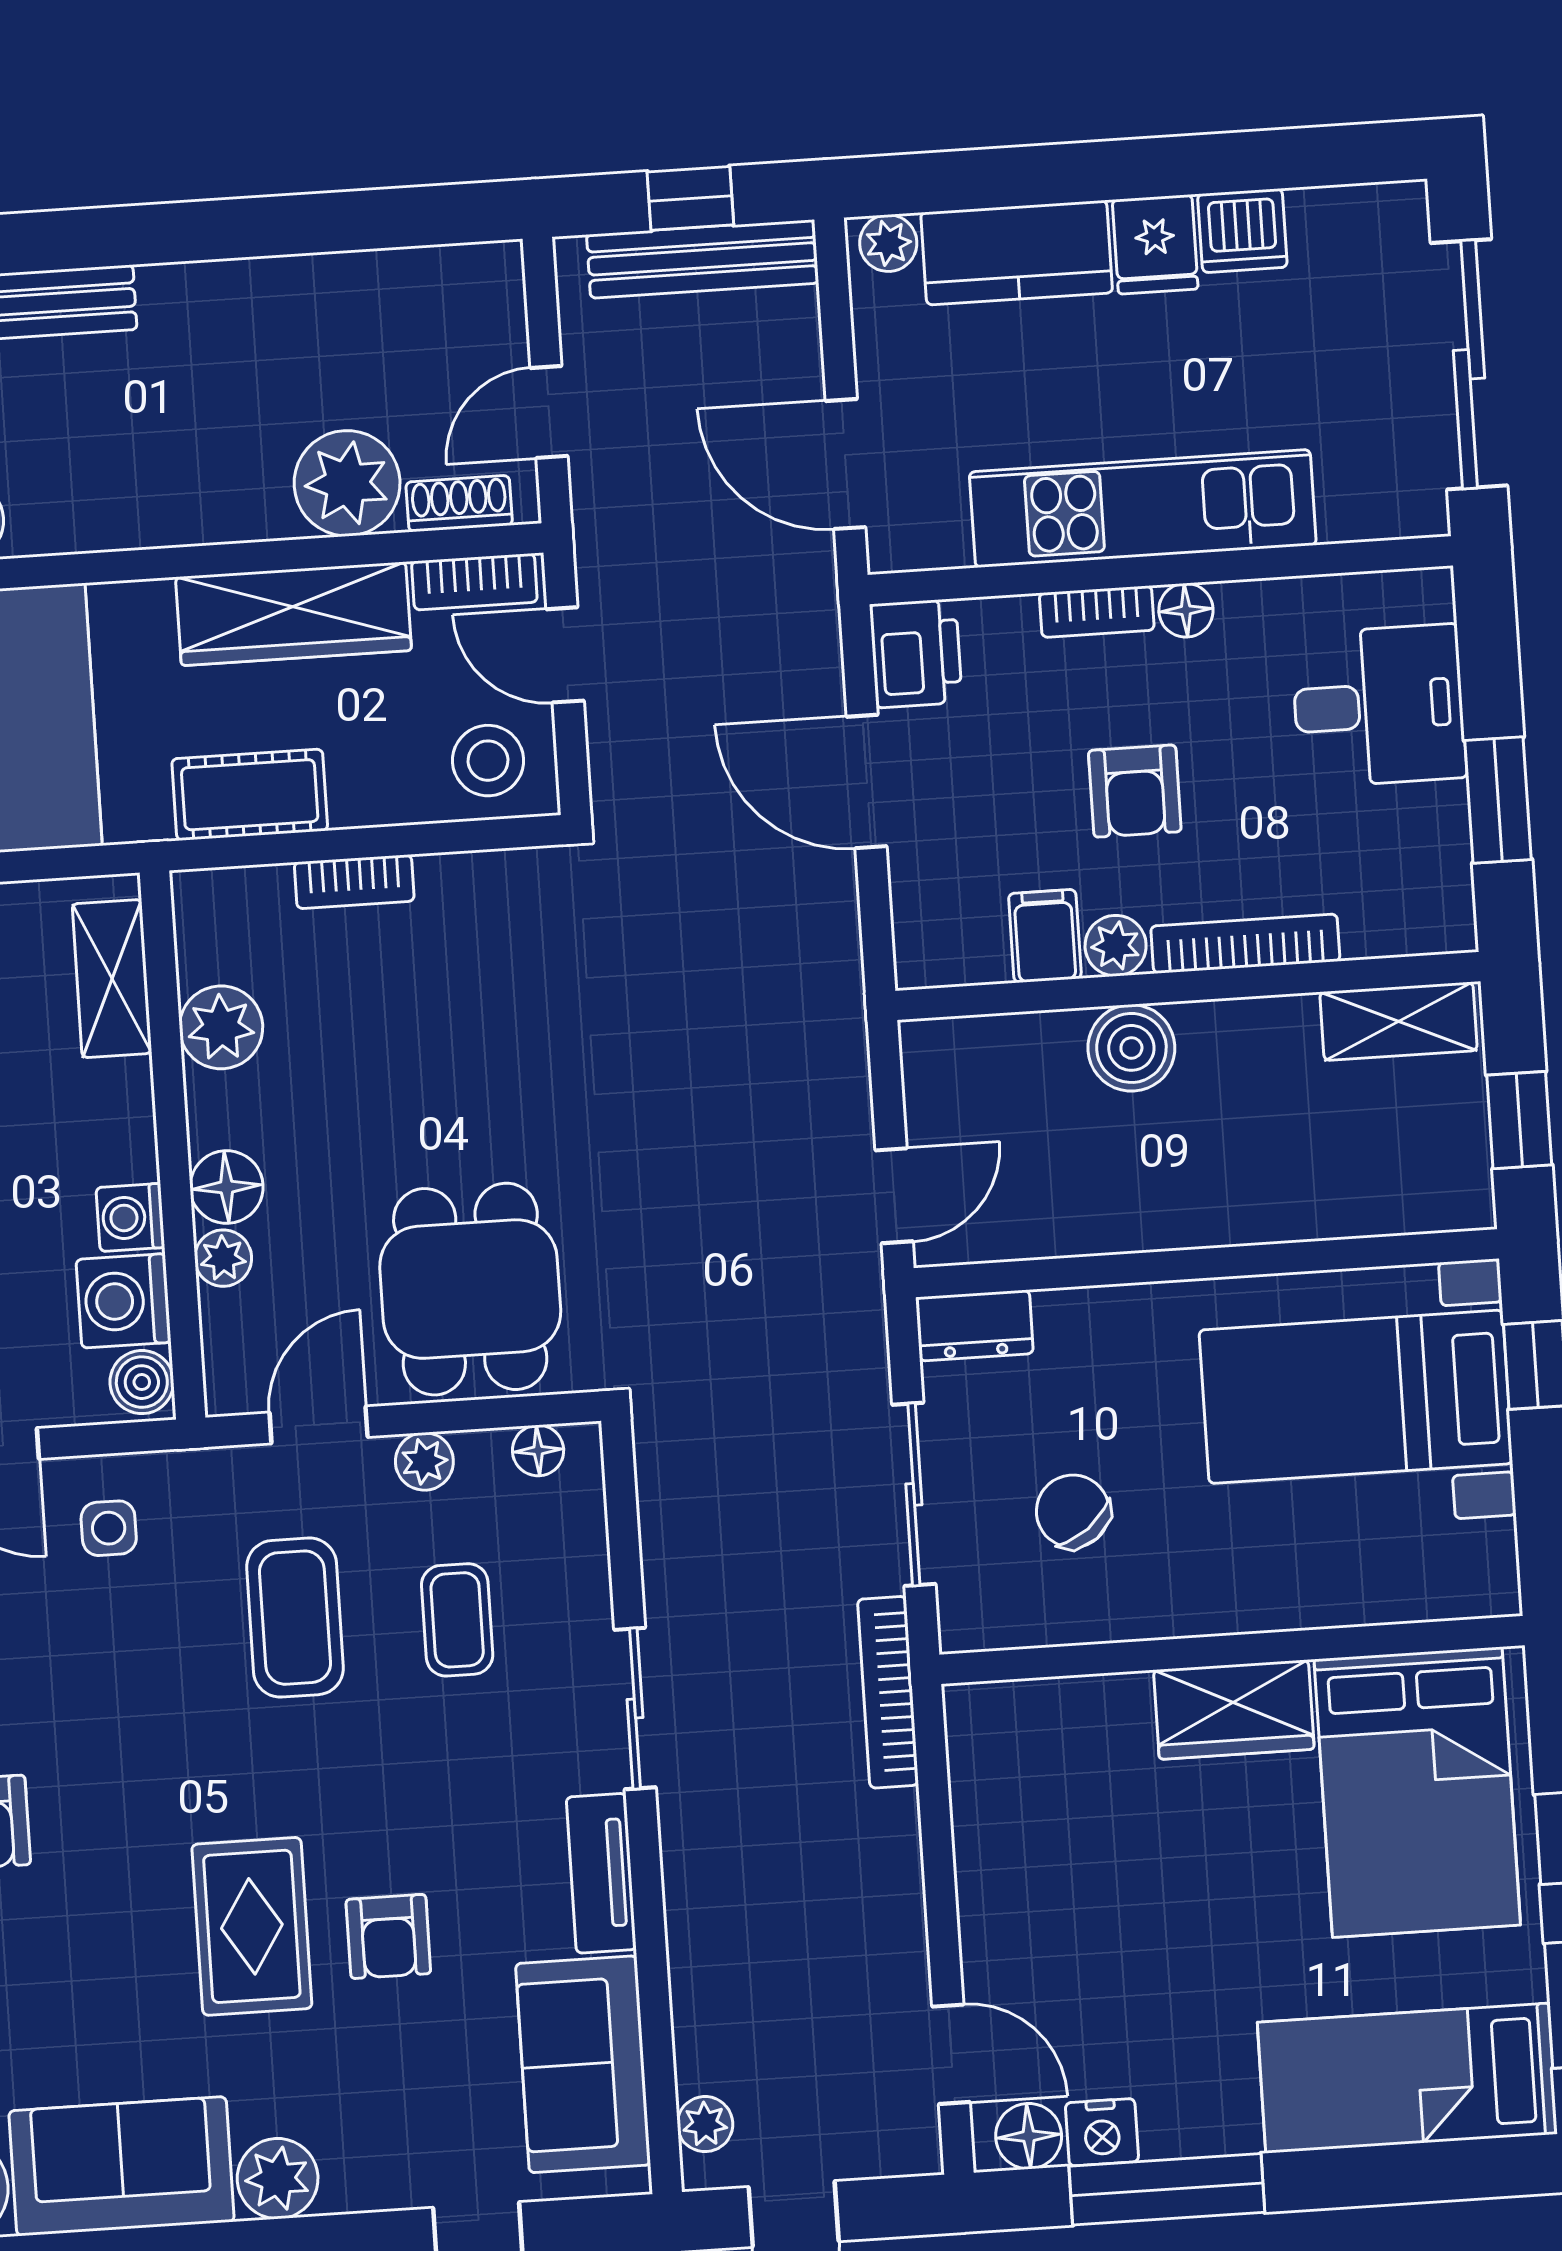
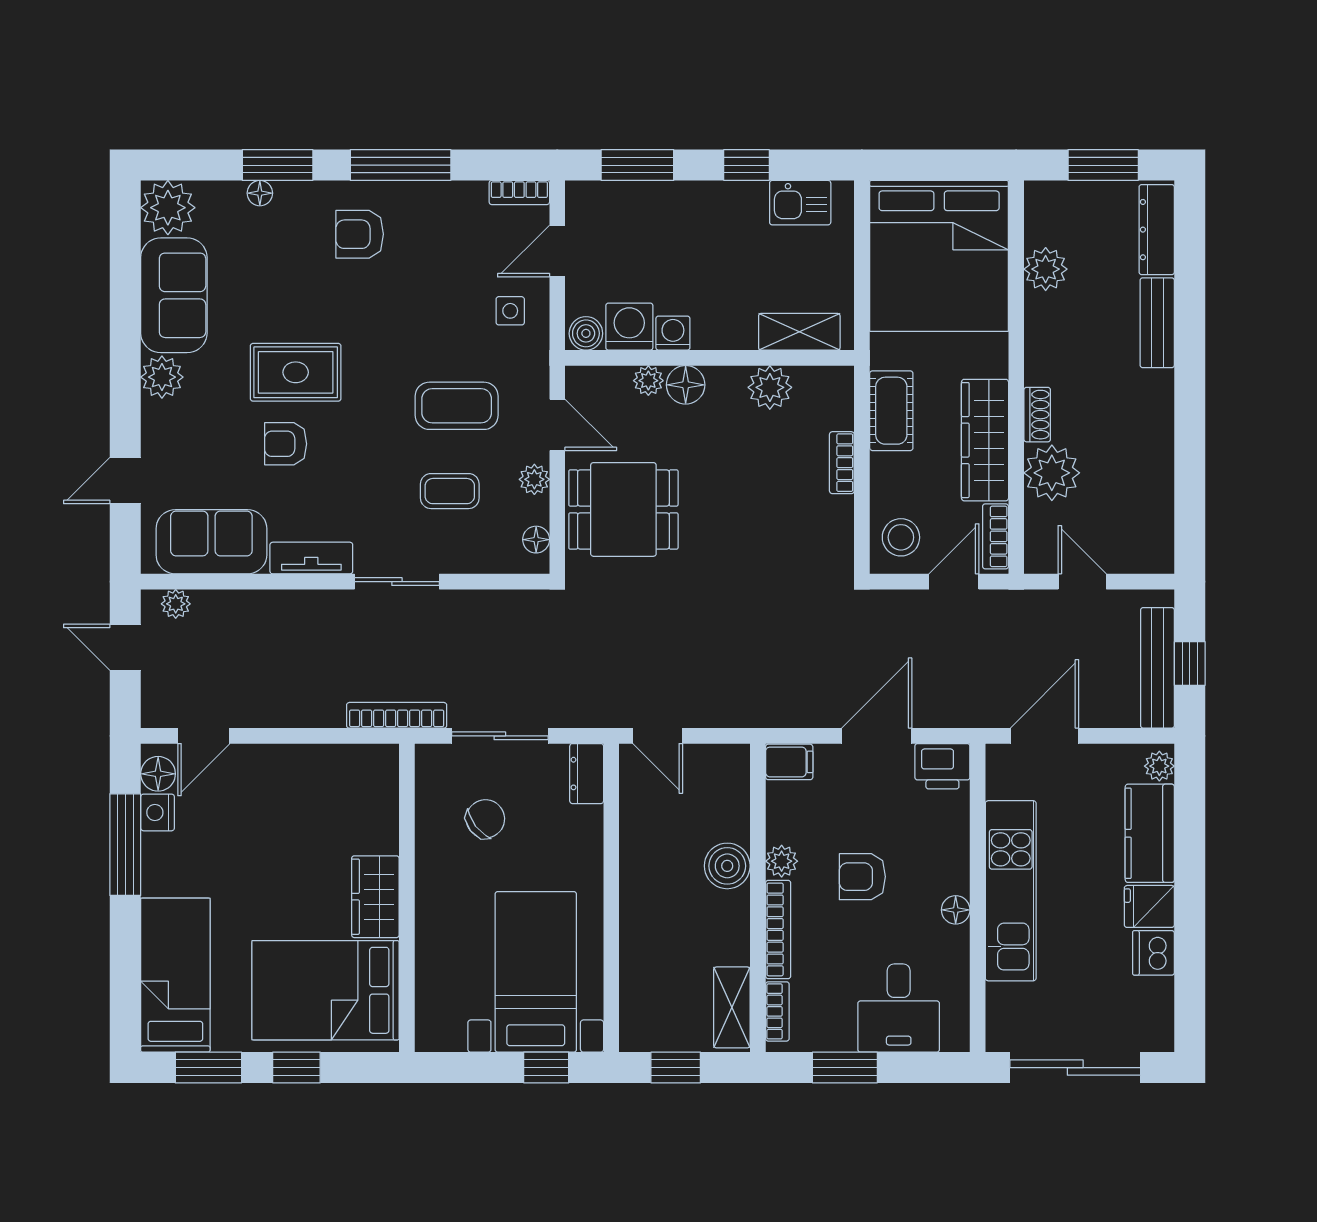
shoe rack: (459, 504) -> (1037, 415), moved
bookcase: (1097, 612) -> (777, 1011), moved, turned 180
filing cabinet: (1045, 936) -> (789, 762), moved

